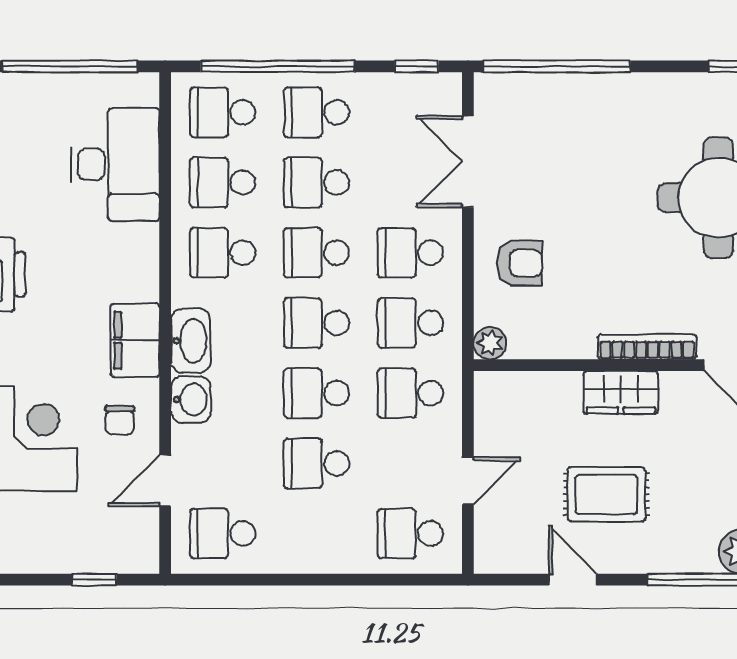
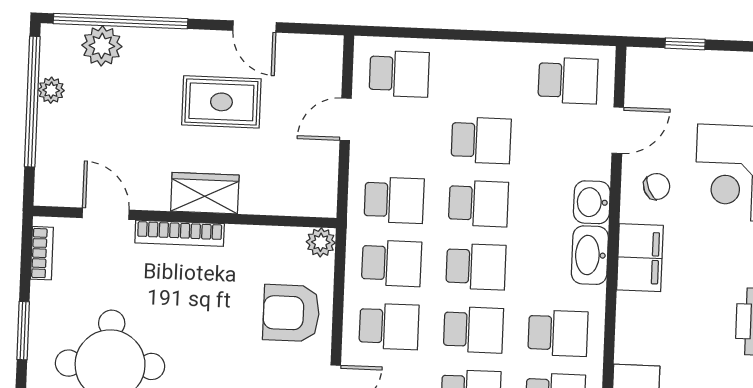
armchair: (520, 263) -> (291, 313), width x1.38, depth x1.38
chair: (120, 420) -> (657, 186), turned 66

